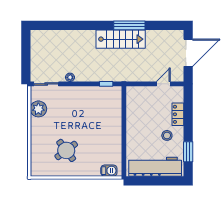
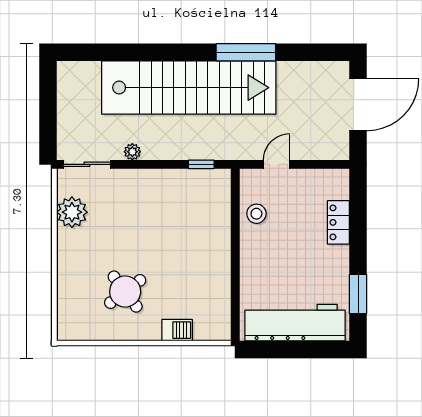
stairs: (121, 39) -> (189, 88), width x1.86, depth x1.51
door: (163, 84) -> (277, 164), moved
stool: (167, 135) -> (256, 214), moved
barbecue: (109, 171) -> (177, 330), moved

